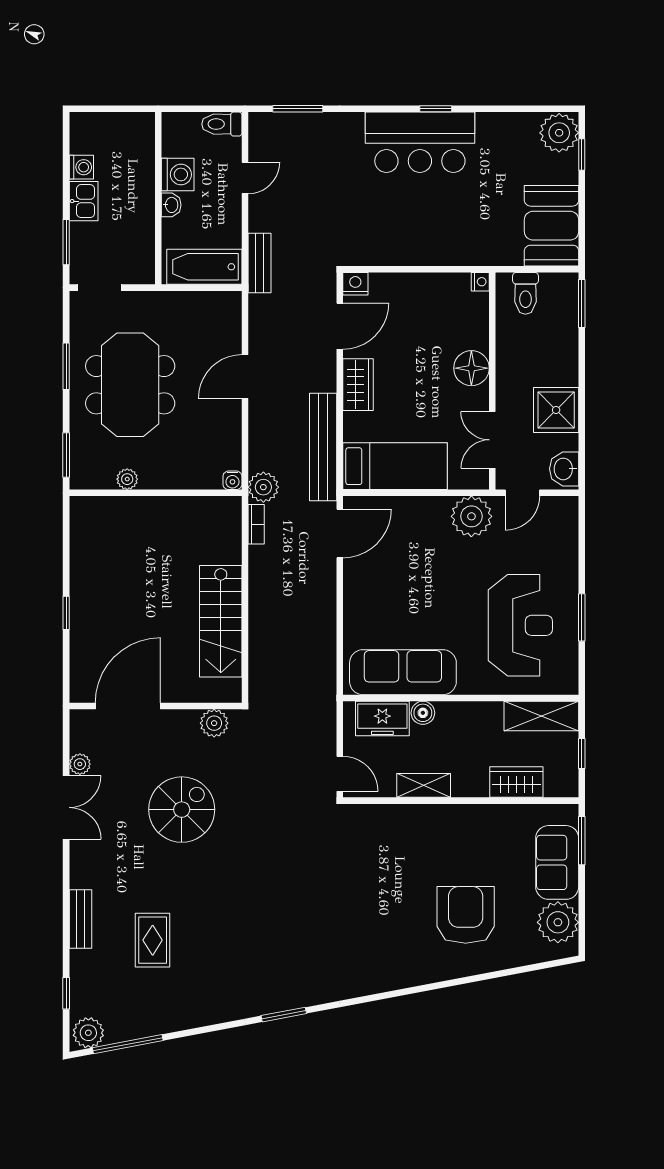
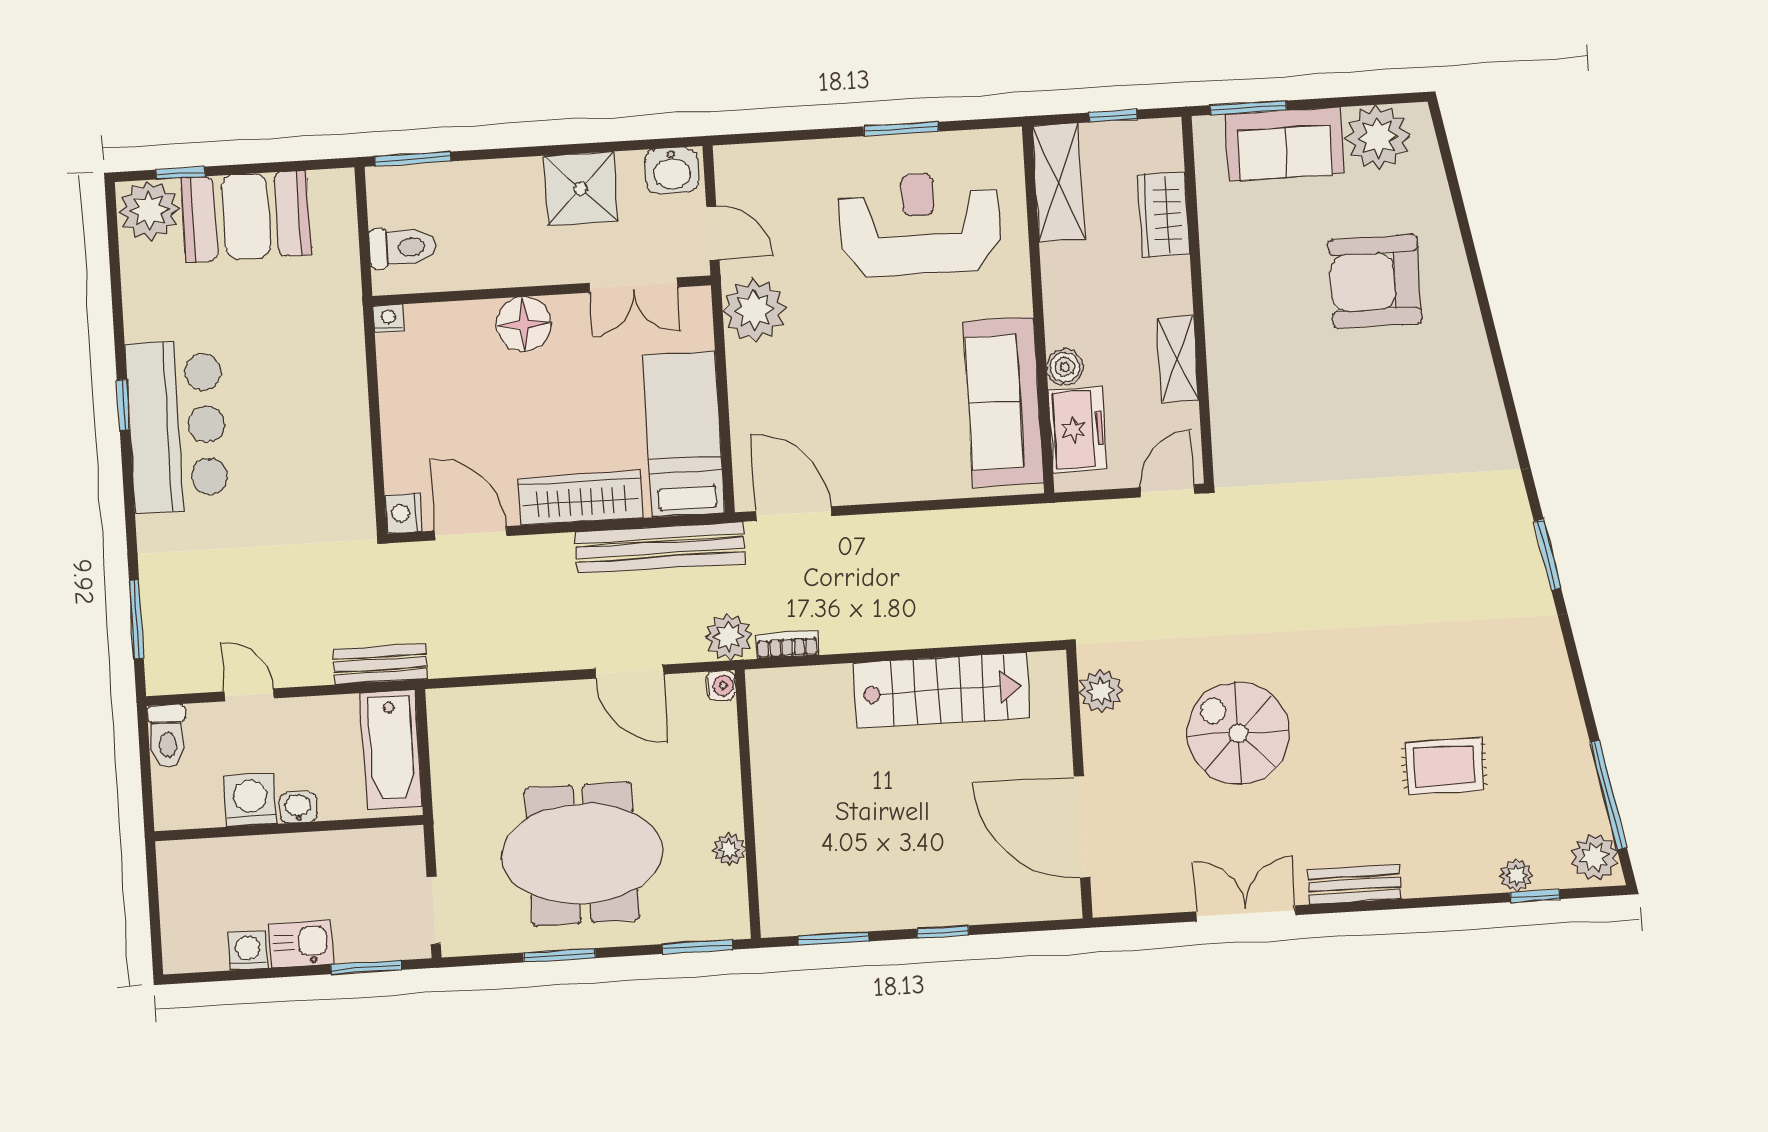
booth: (552, 226) -> (246, 216), moved
door: (245, 376) -> (629, 672), moved
wardrobe: (358, 385) -> (581, 498), width x1.50
window: (66, 542) -> (833, 939), added
plant: (80, 764) -> (1516, 875), moved
bench: (80, 919) -> (1354, 884), moved

